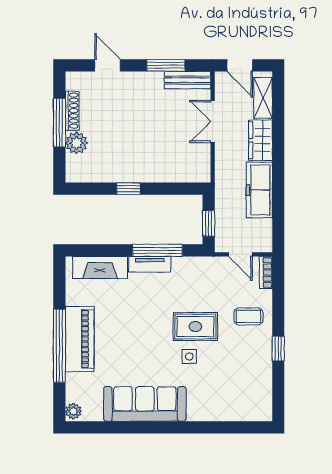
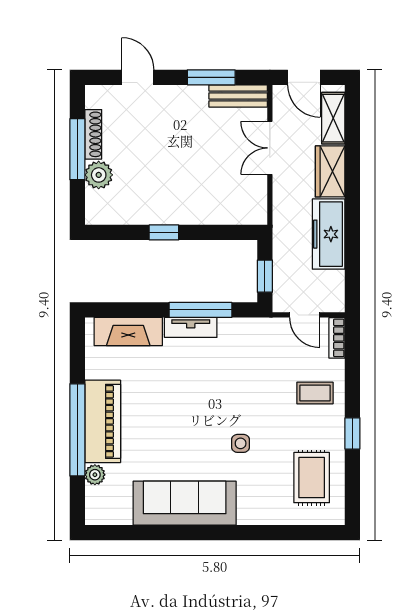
rug: (195, 327) -> (312, 478), moved, turned 90
plant: (73, 411) -> (95, 475), moved

